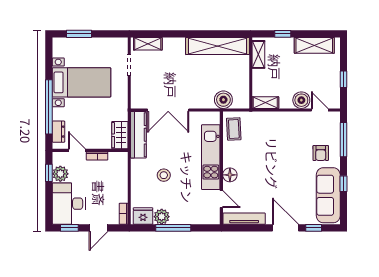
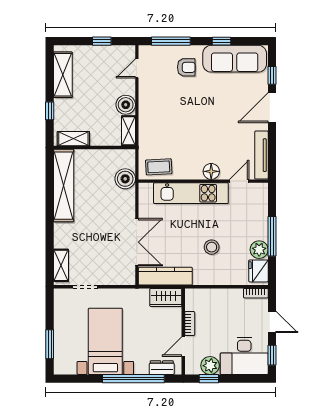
boiler: (301, 100) -> (126, 105), moved

